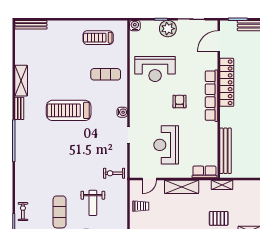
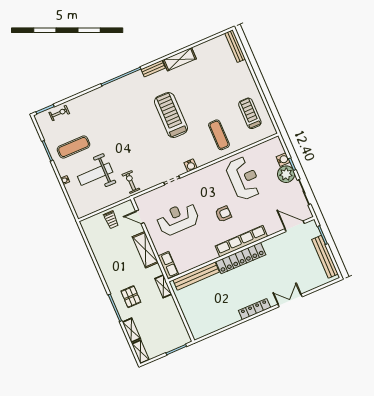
water cooler: (135, 26) -> (283, 160), moved
reception desk: (155, 69) -> (244, 178), turned 180
locker: (227, 82) -> (241, 258), moved
weight bench: (93, 203) -> (95, 174), width x1.36, depth x1.33

